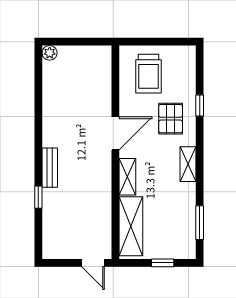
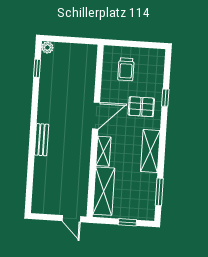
trolley: (149, 74) -> (126, 69), width x0.73, depth x0.72
pallet: (171, 119) -> (141, 107), turned 90
shelving: (188, 164) -> (150, 151), width x1.50, depth x1.33
window: (38, 197) -> (37, 68), moved

